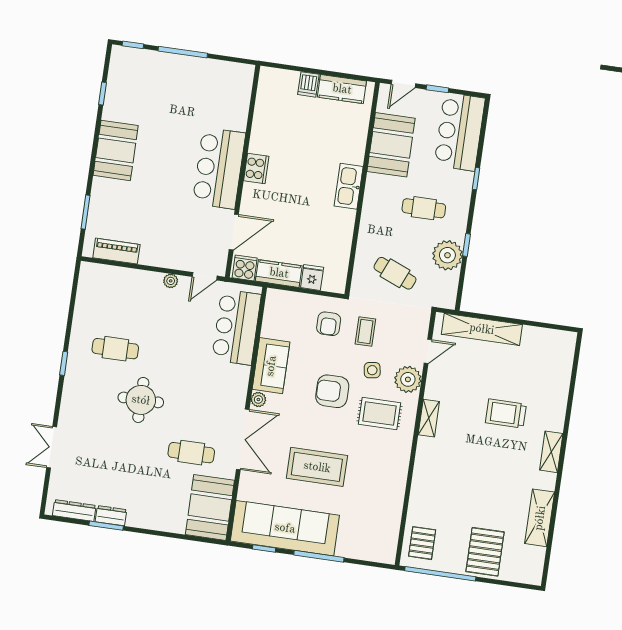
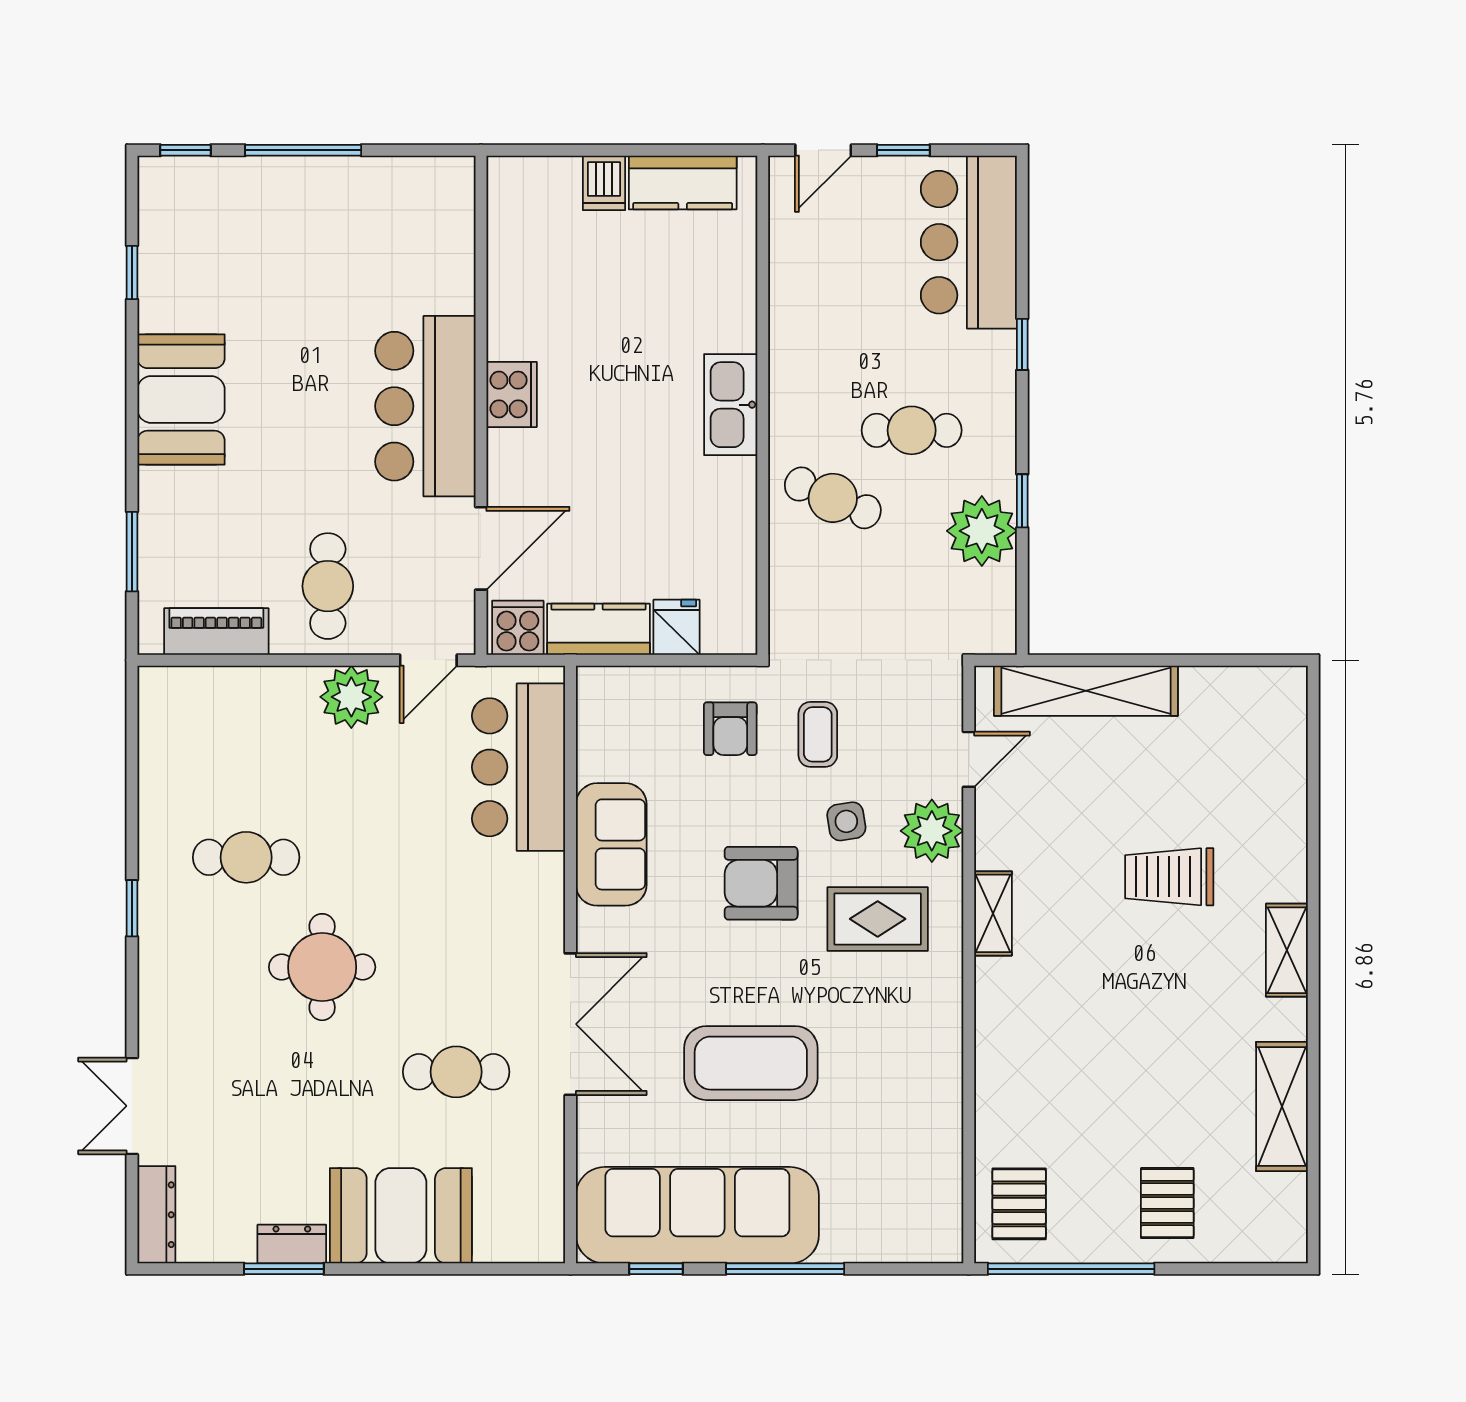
booth: (391, 145) -> (815, 295), removed
cafe table: (167, 239) -> (328, 586), added
cafe table: (395, 273) -> (833, 498), moved
plant: (171, 281) -> (351, 697), width x1.88, depth x1.88
plant: (258, 399) -> (593, 927), removed
booth: (210, 507) -> (401, 1216), moved, turned 90
dresser: (74, 510) -> (156, 1215), moved, turned 90
pallet: (485, 552) -> (1167, 1203), width x0.67, depth x0.71

